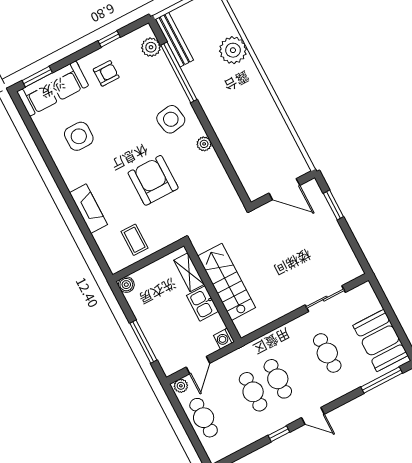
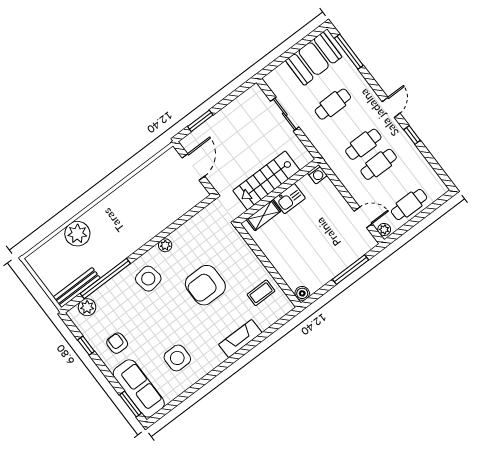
shelving: (189, 272) -> (264, 215), moved
stairs: (227, 282) -> (266, 180), moved
wall: (213, 292) -> (278, 191), moved
kitchen sink: (203, 303) -> (289, 199), moved
washing machine: (224, 339) -> (317, 174), moved

